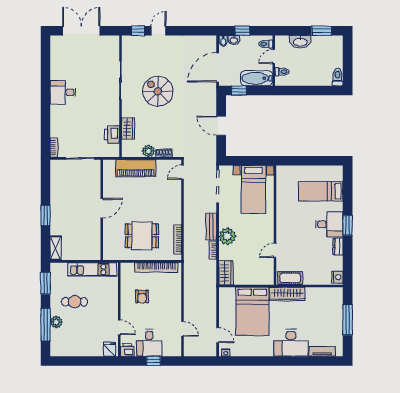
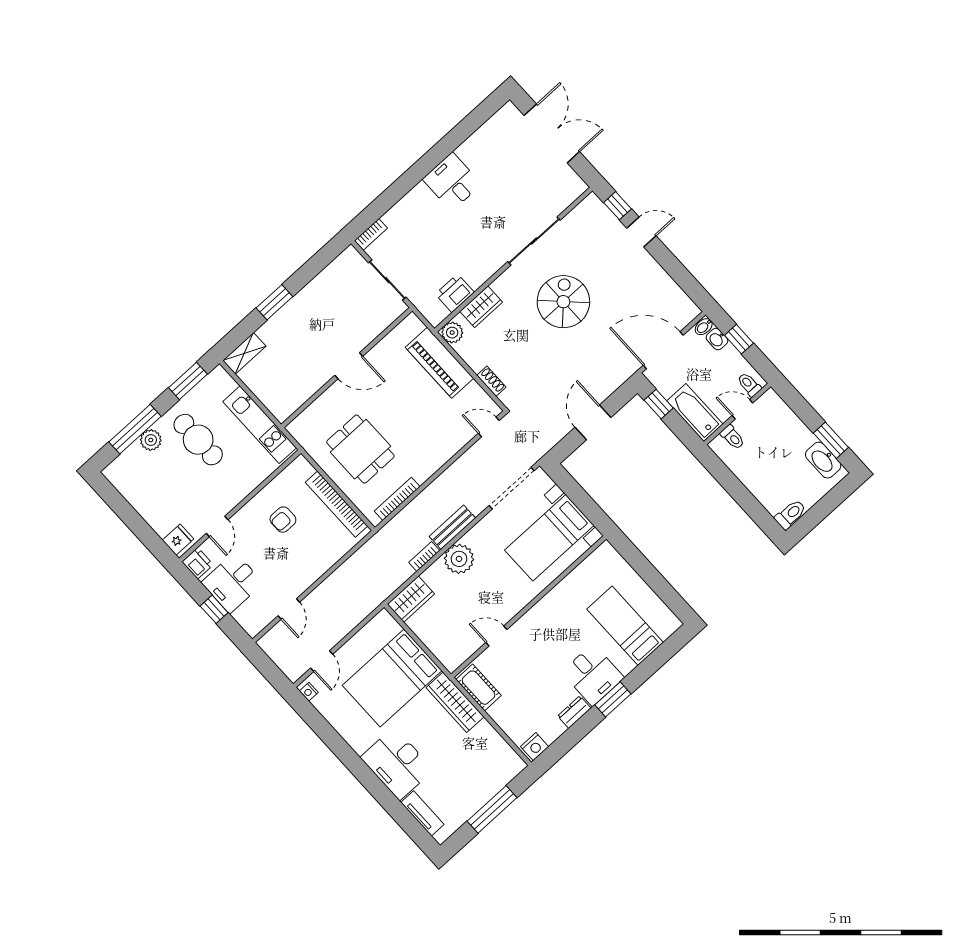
washbasin: (300, 42) -> (823, 460), moved
plant: (148, 151) -> (452, 333), moved
cafe table: (75, 302) -> (198, 440), width x1.37, depth x1.35

